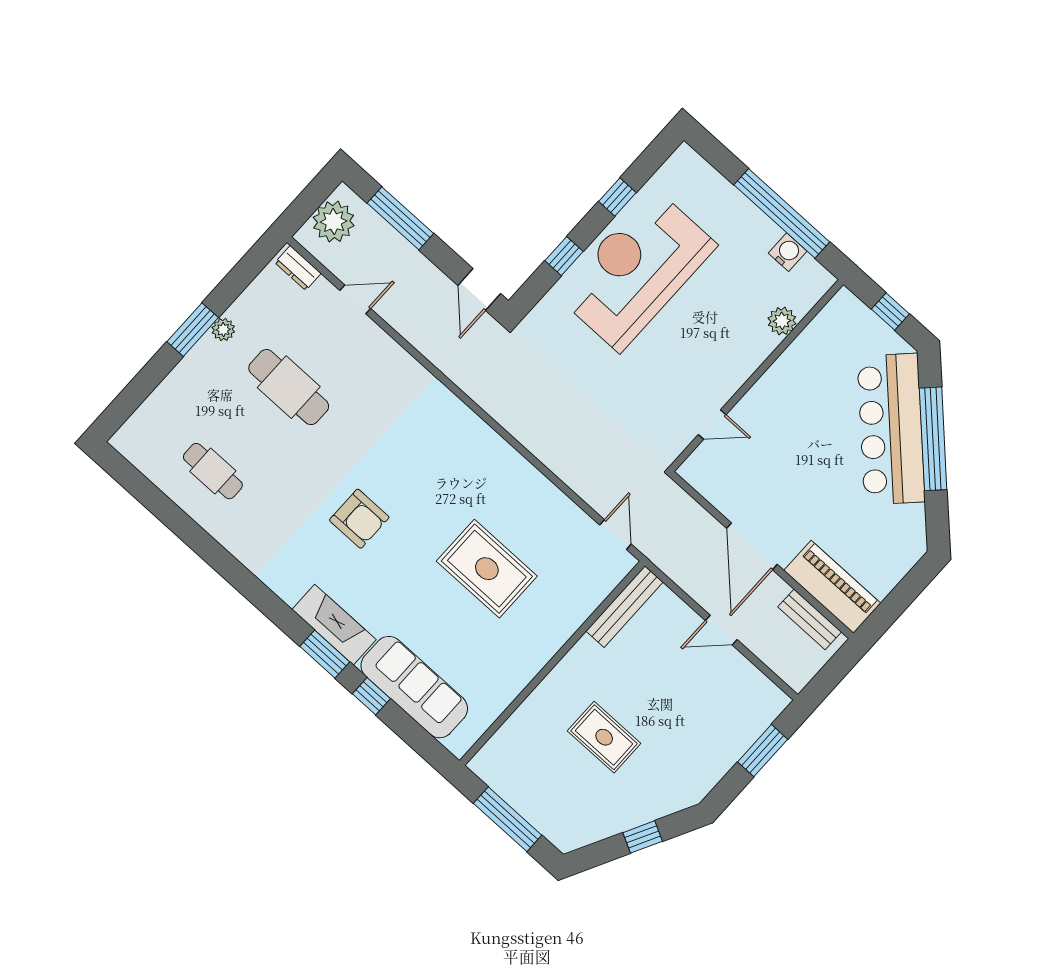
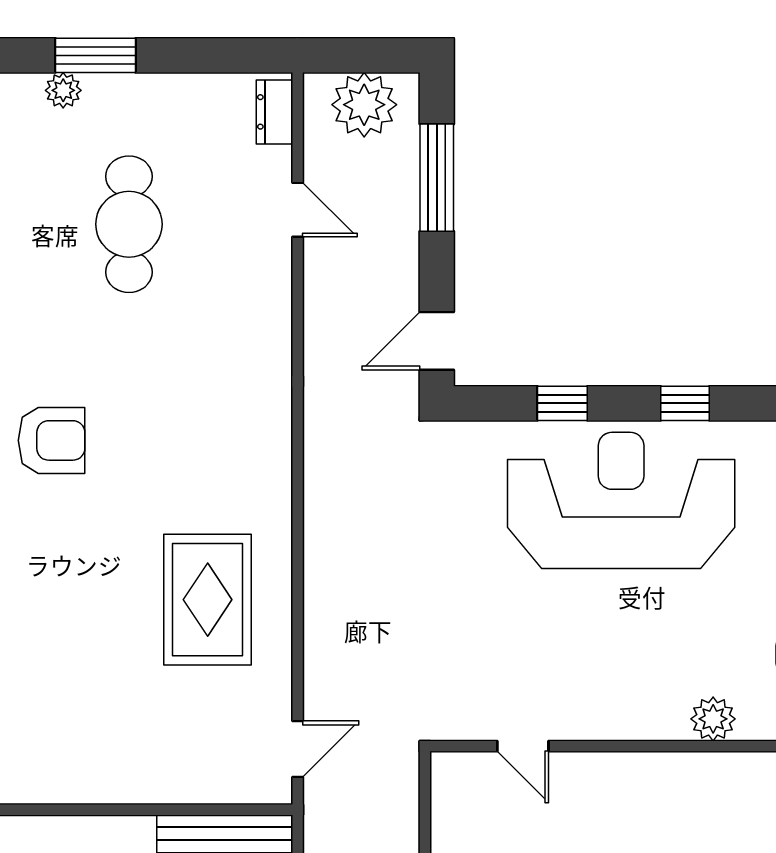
plant: (223, 330) -> (63, 90), moved
armchair: (359, 519) -> (52, 440), turned -90
rug: (487, 569) -> (208, 600), moved

